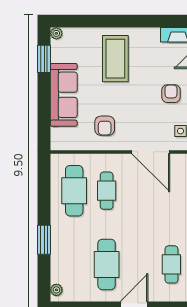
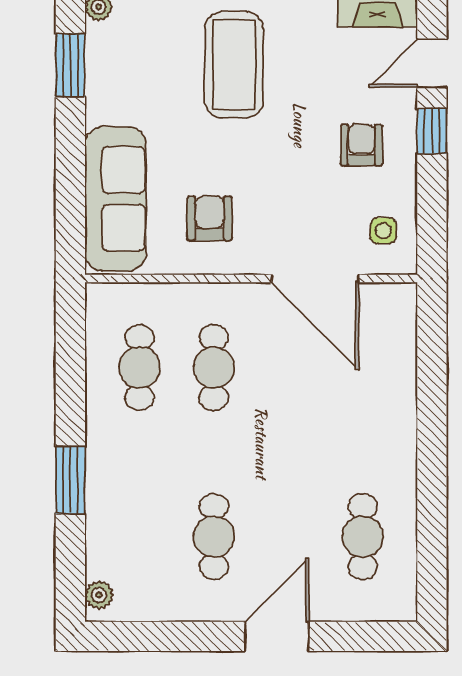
sofa: (64, 95) -> (116, 199), moved
armchair: (105, 126) -> (209, 218), turned 180
cafe table: (74, 191) -> (140, 368), width x0.73, depth x0.74
cafe table: (107, 264) -> (214, 537), width x0.73, depth x0.74

